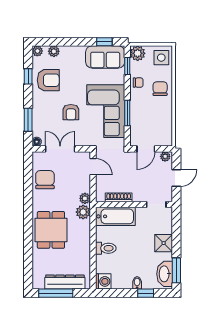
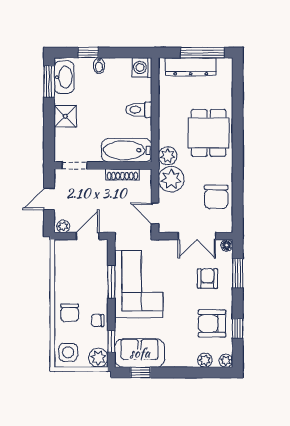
armchair: (71, 112) -> (207, 278), moved
plant: (85, 198) -> (171, 179), width x1.88, depth x1.88

